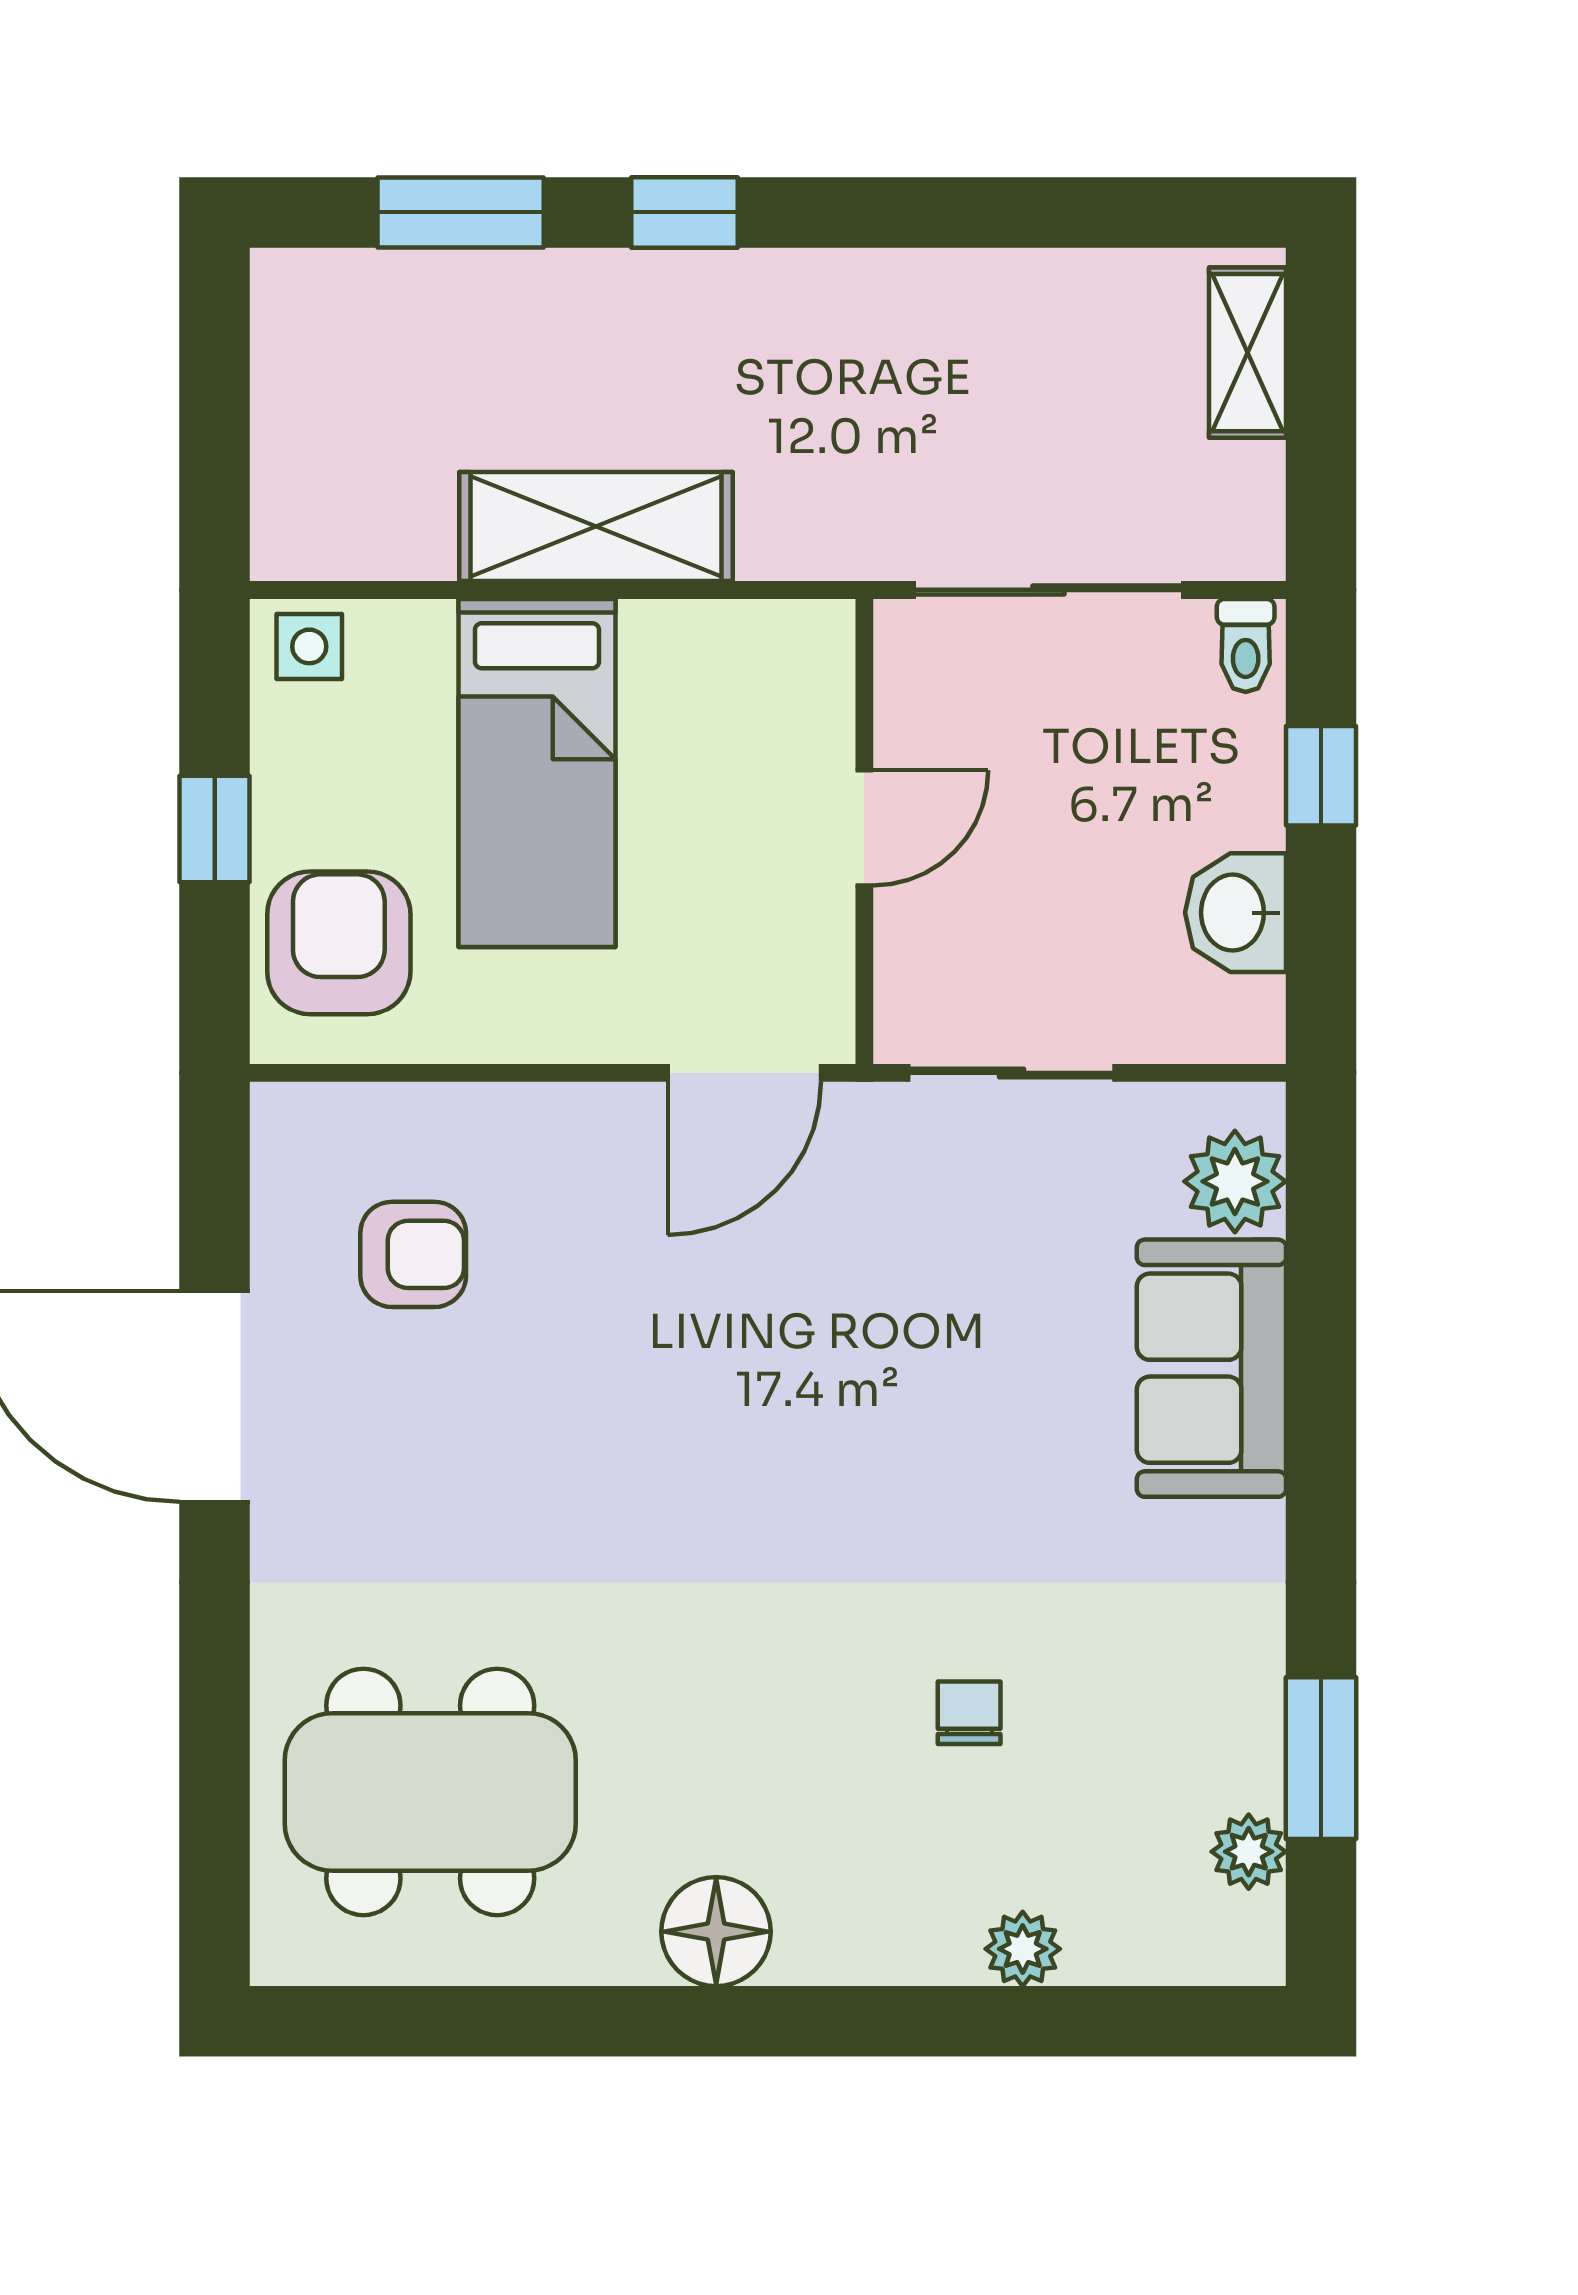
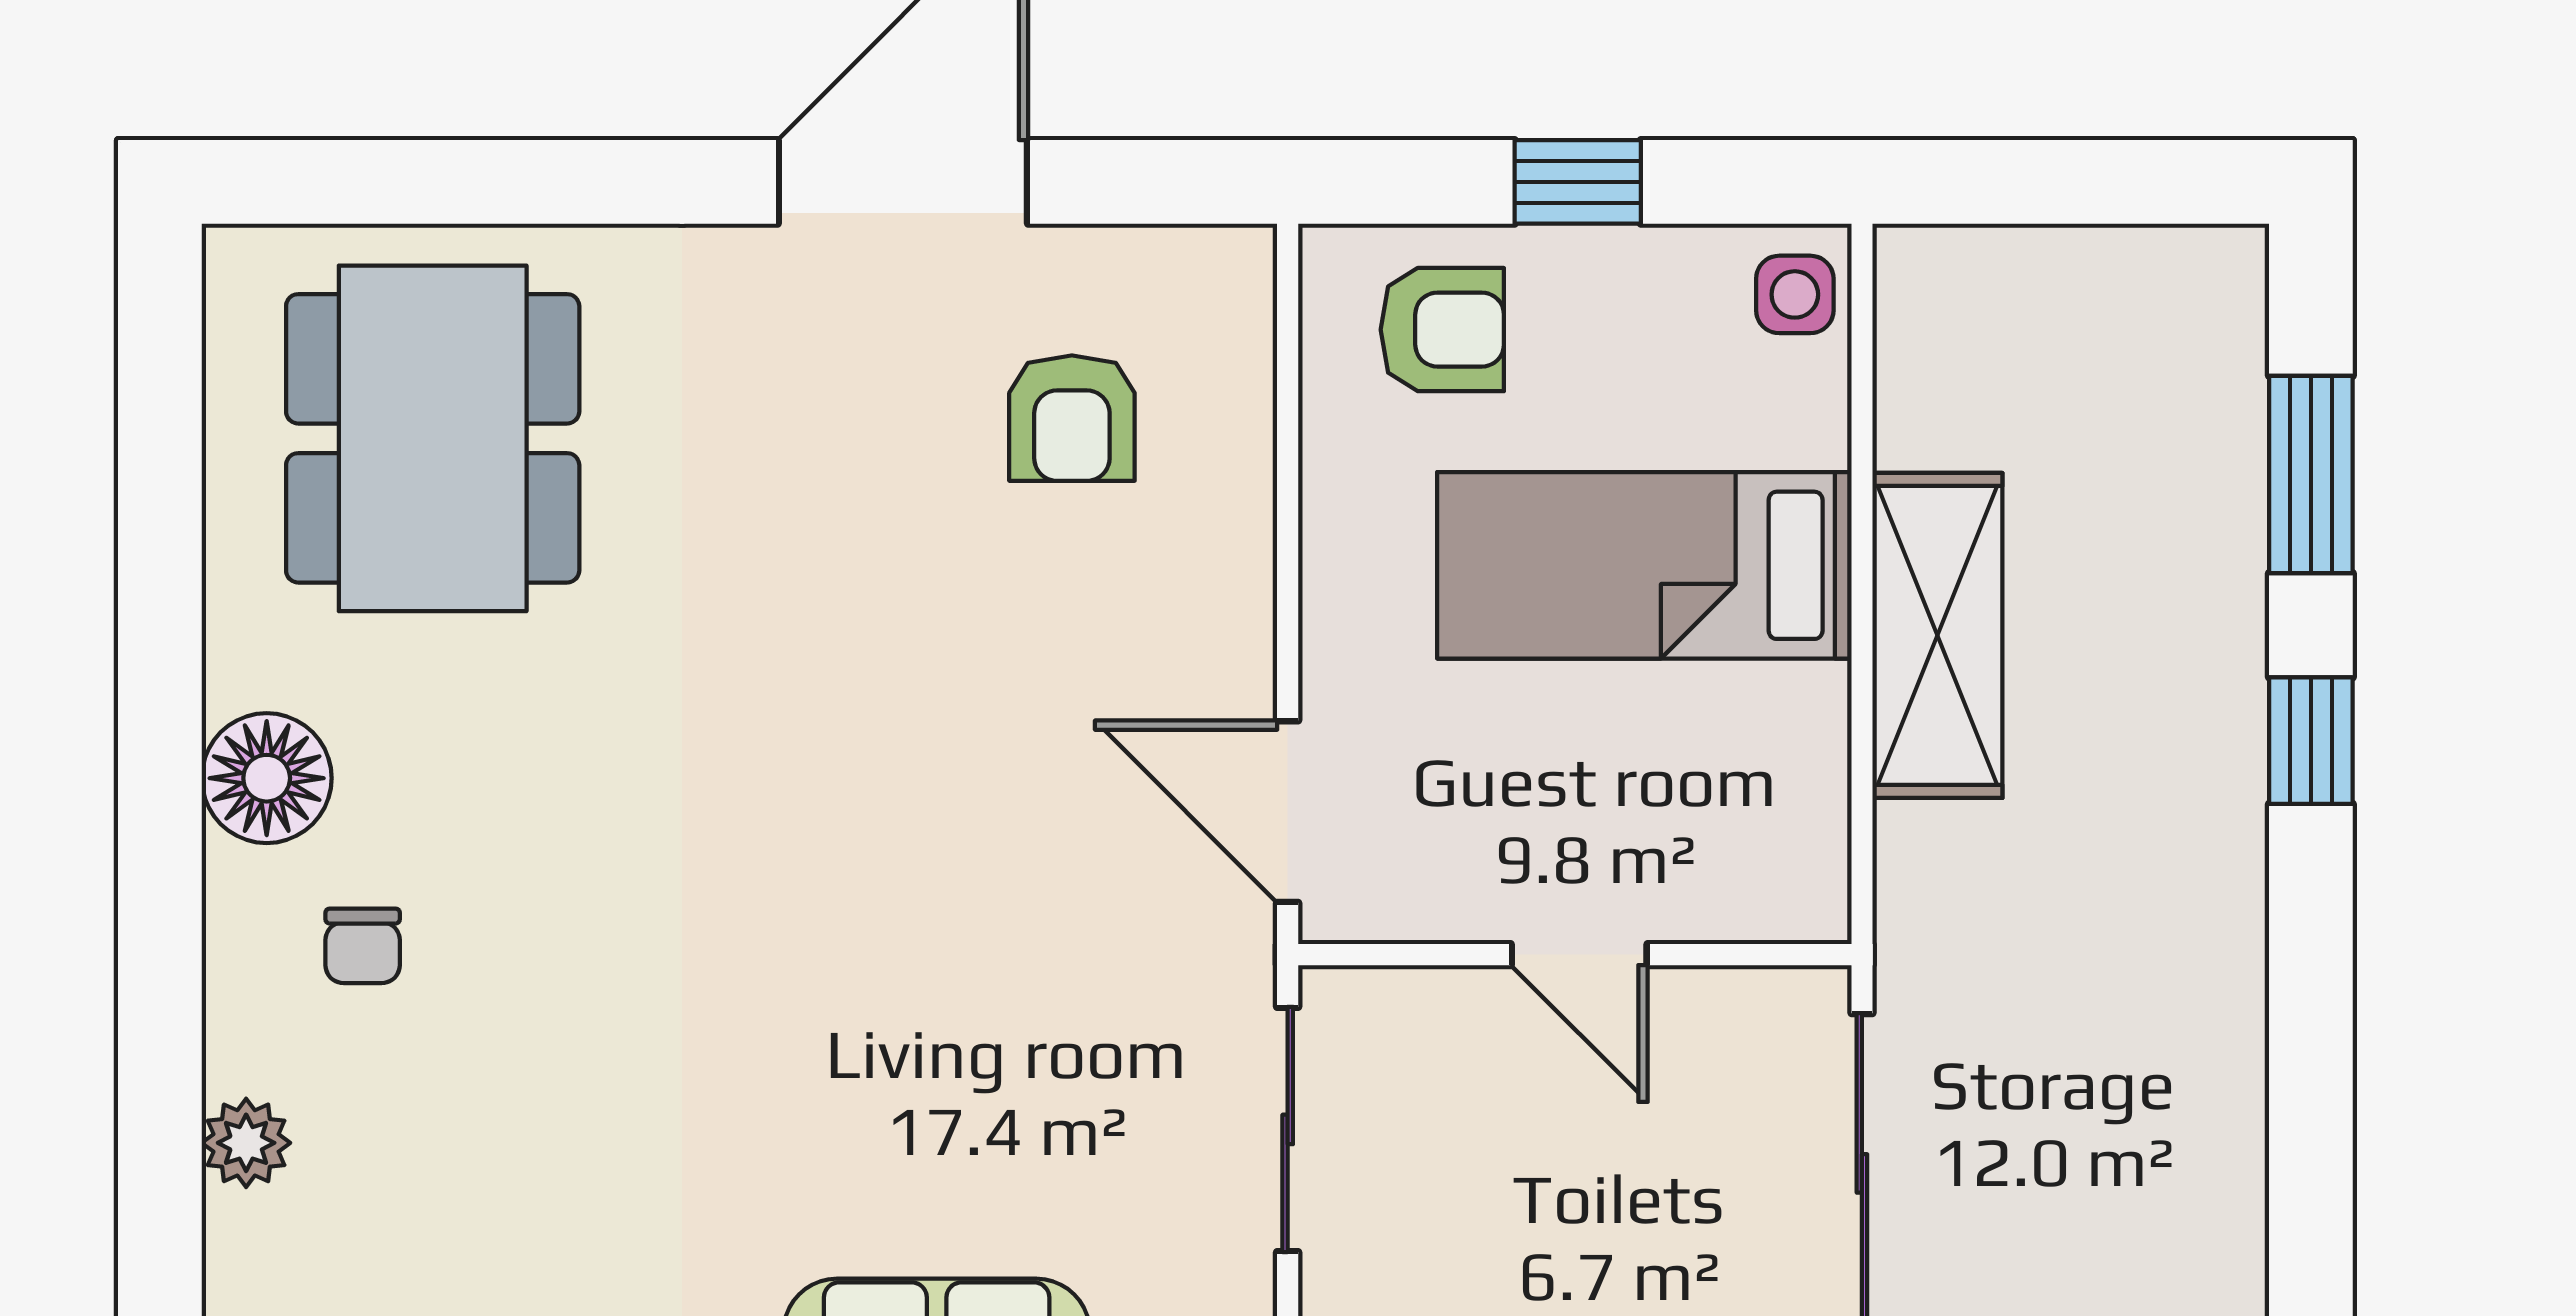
armchair: (339, 943) -> (1442, 330), width x0.72, depth x0.72
chair: (969, 1713) -> (363, 946), moved, turned 90

